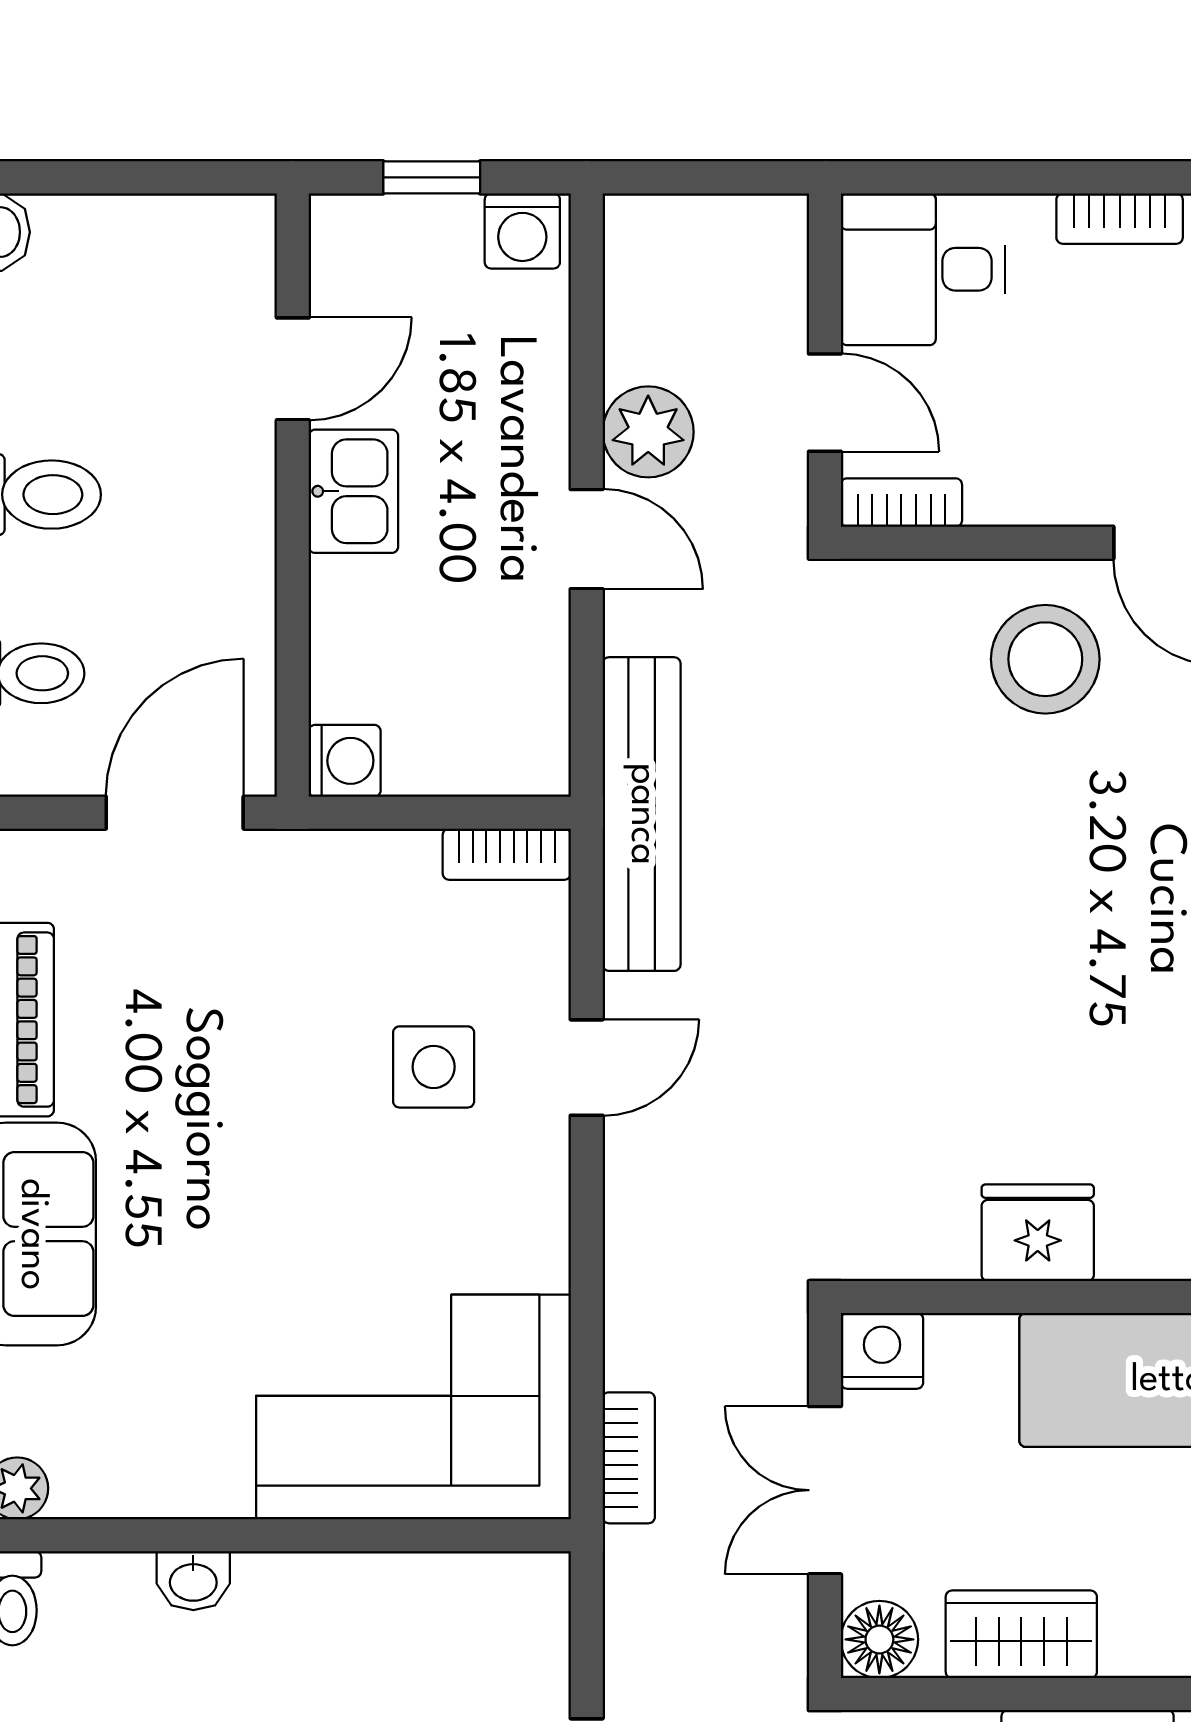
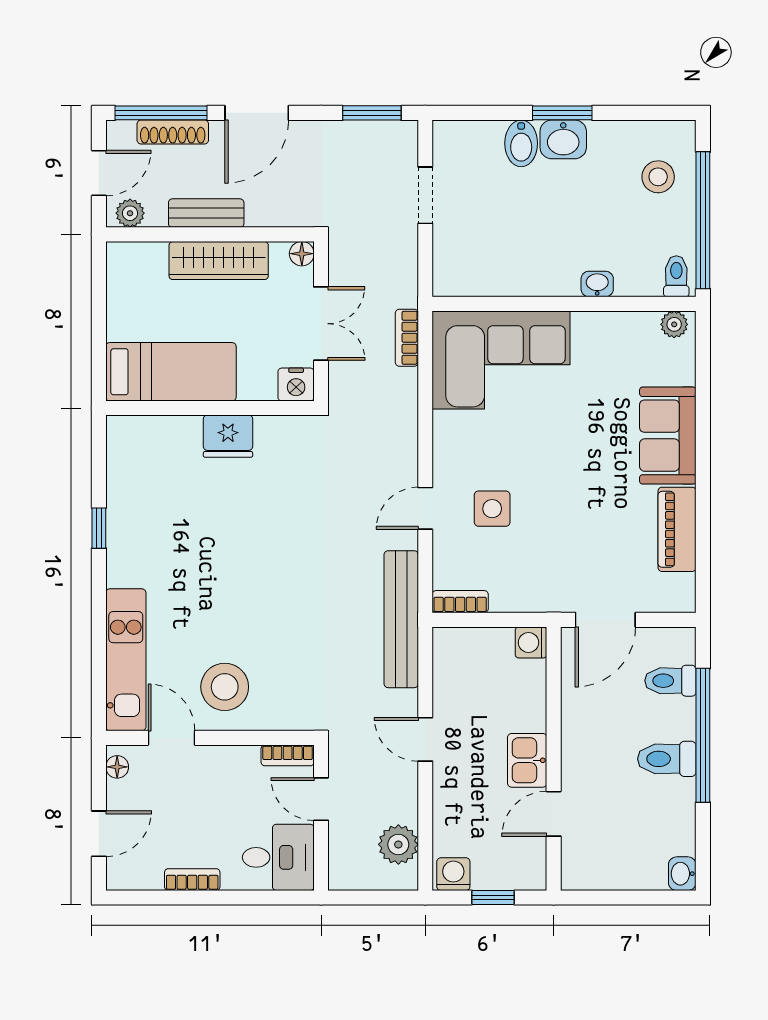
plant: (648, 432) -> (398, 844), moved
wardrobe: (1021, 1634) -> (219, 261), width x1.50
floor lamp: (879, 1639) -> (302, 254), width x0.73, depth x0.73

